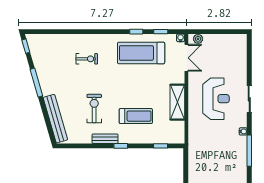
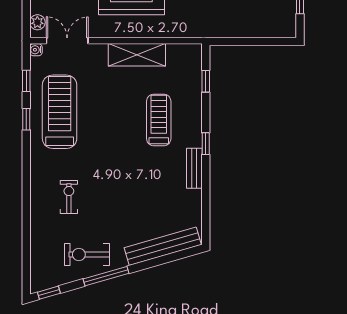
treadmill: (141, 53) -> (60, 112), turned 180
exercise bike: (94, 109) -> (87, 254), moved

